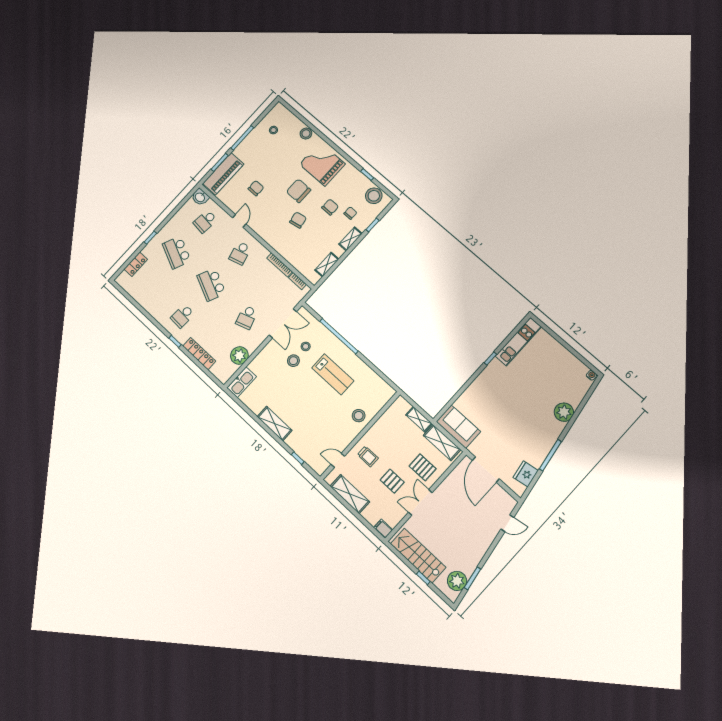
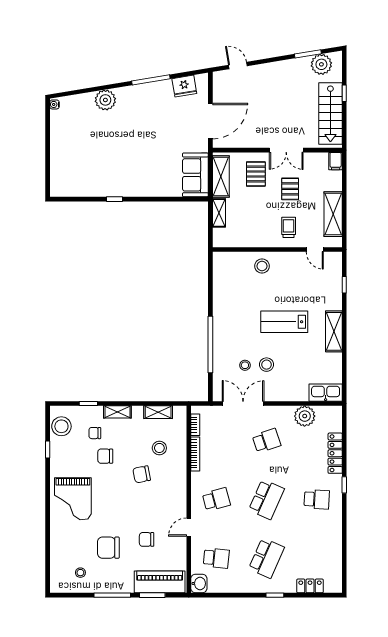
stool: (306, 134) -> (159, 448), moved
chair: (299, 191) -> (108, 548), moved, turned 90
kitchen unit: (518, 342) -> (79, 189), removed
lab bench: (333, 374) -> (284, 322), moved, turned -90

